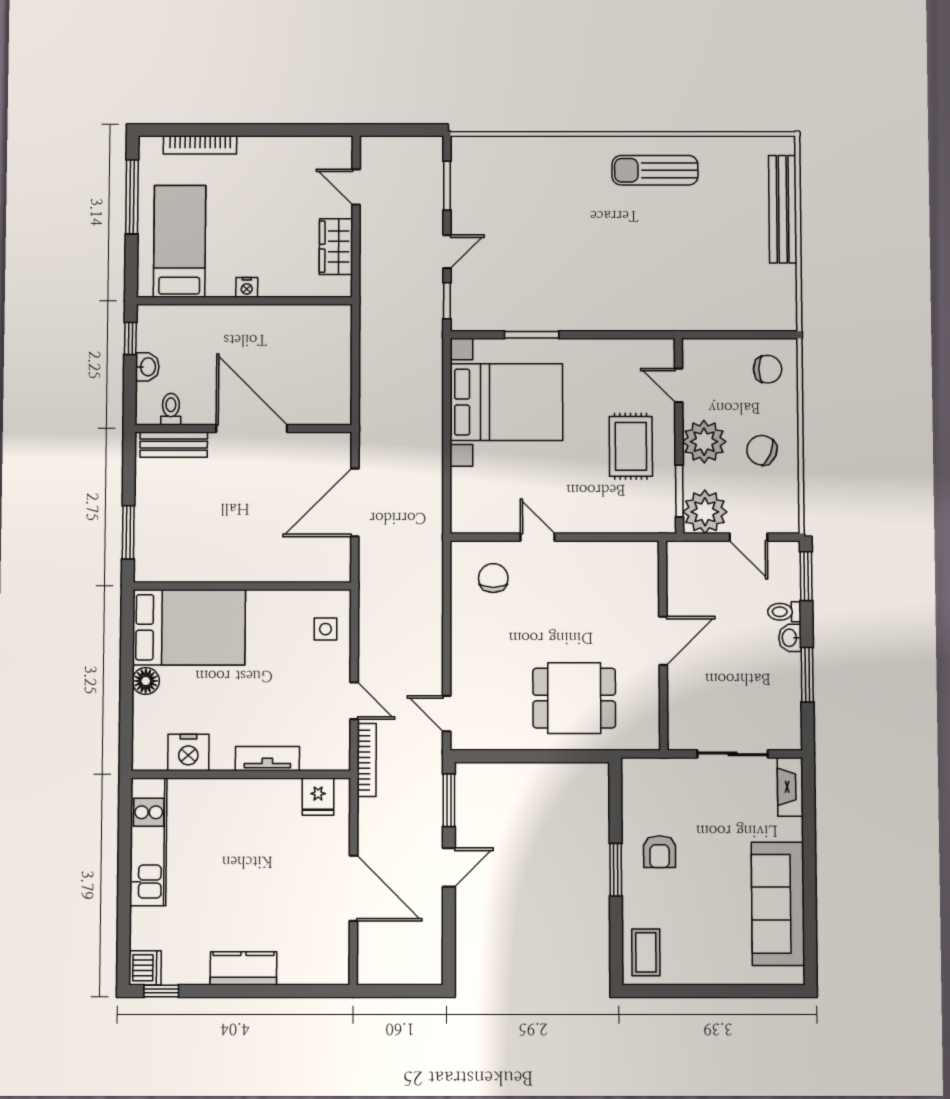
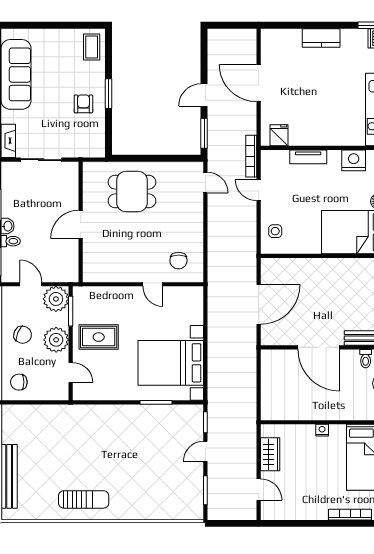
rug: (631, 446) -> (99, 337), turned 90

